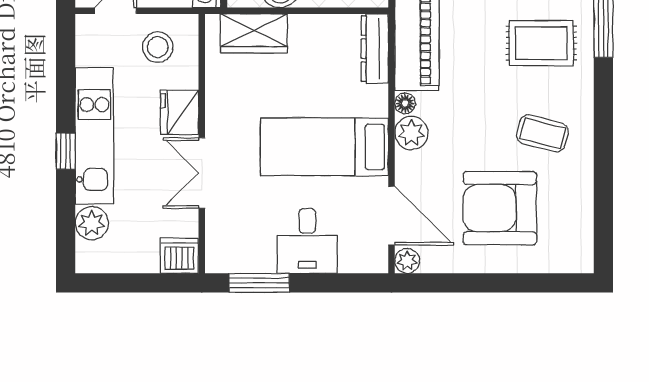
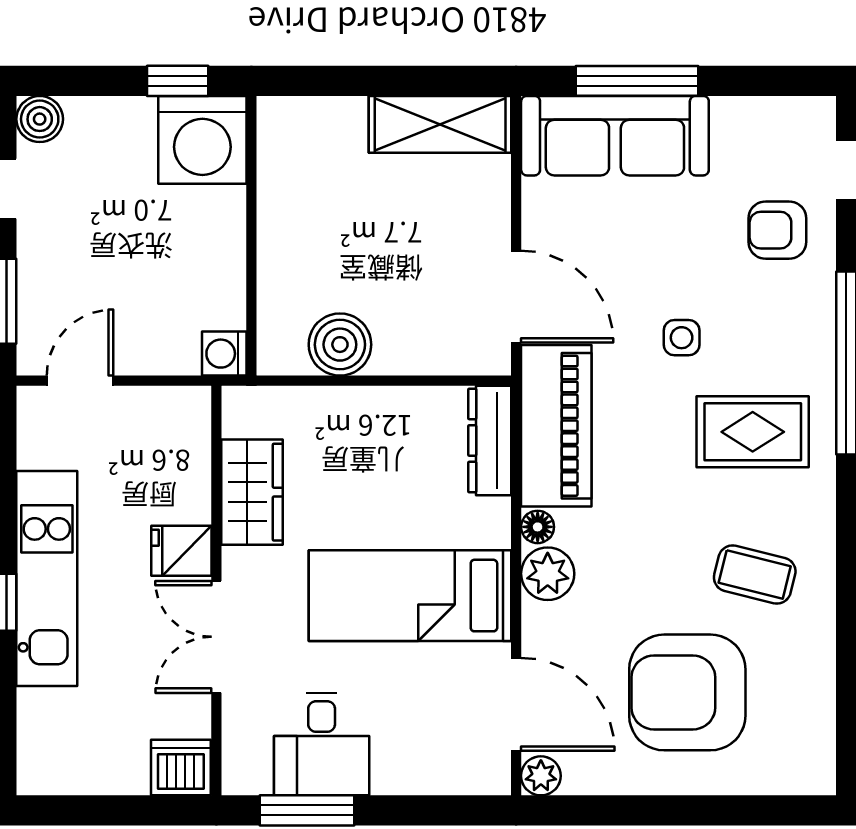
wardrobe: (254, 33) -> (252, 492), moved, turned -90
stool: (158, 47) -> (147, 438), removed
fridge: (180, 112) -> (181, 551), width x0.72
plant: (92, 223) -> (43, 716), removed
desk: (307, 241) -> (322, 744), moved

